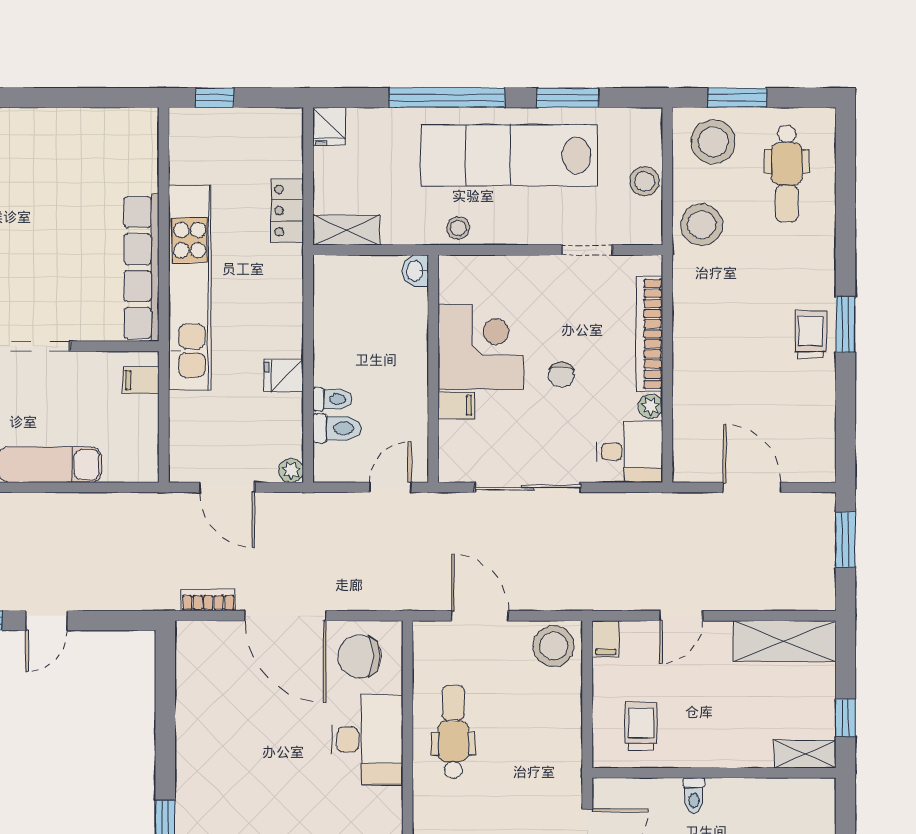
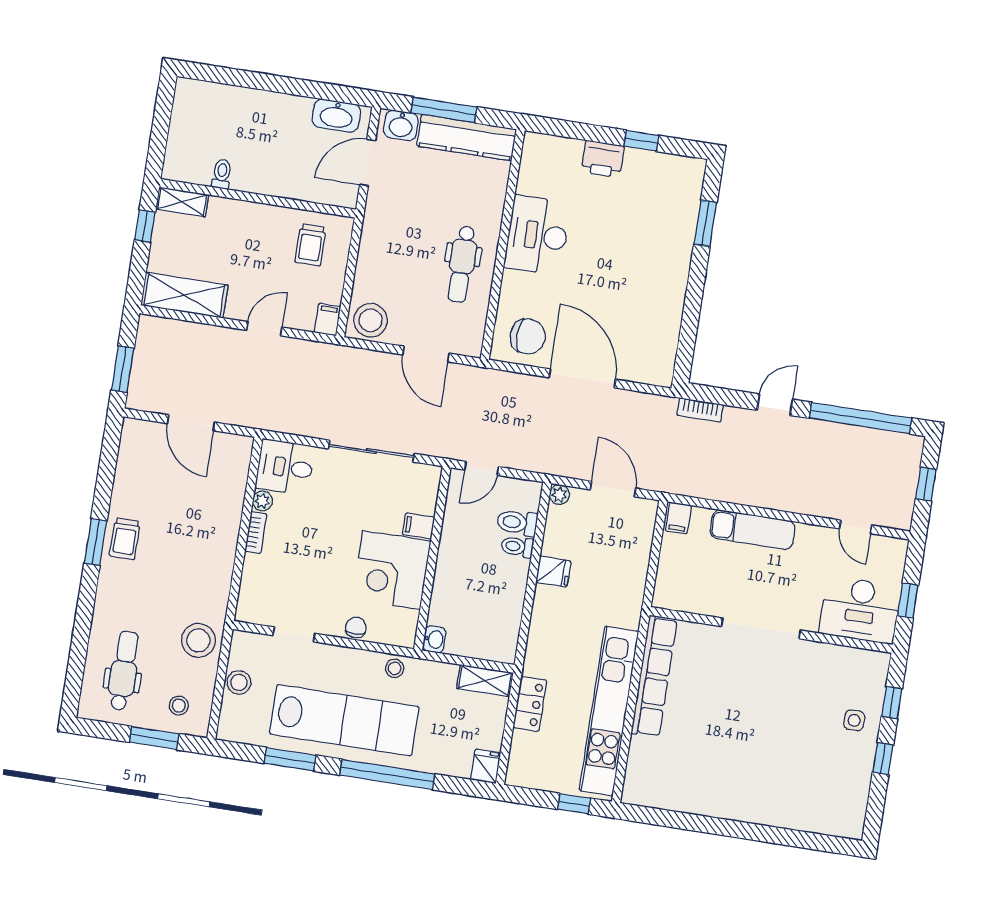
stool: (713, 142) -> (179, 706), width x0.53, depth x0.53
kitchen unit: (190, 287) -> (609, 711), moved
bookcase: (650, 334) -> (256, 533), width x0.43, depth x0.76
chair: (561, 375) -> (356, 628), moved
filing cabinet: (141, 380) -> (678, 518), moved, turned 90
bookcase: (208, 600) -> (700, 410), moved
desk: (367, 739) -> (537, 235), moved
toilet: (694, 796) -> (222, 174), moved

